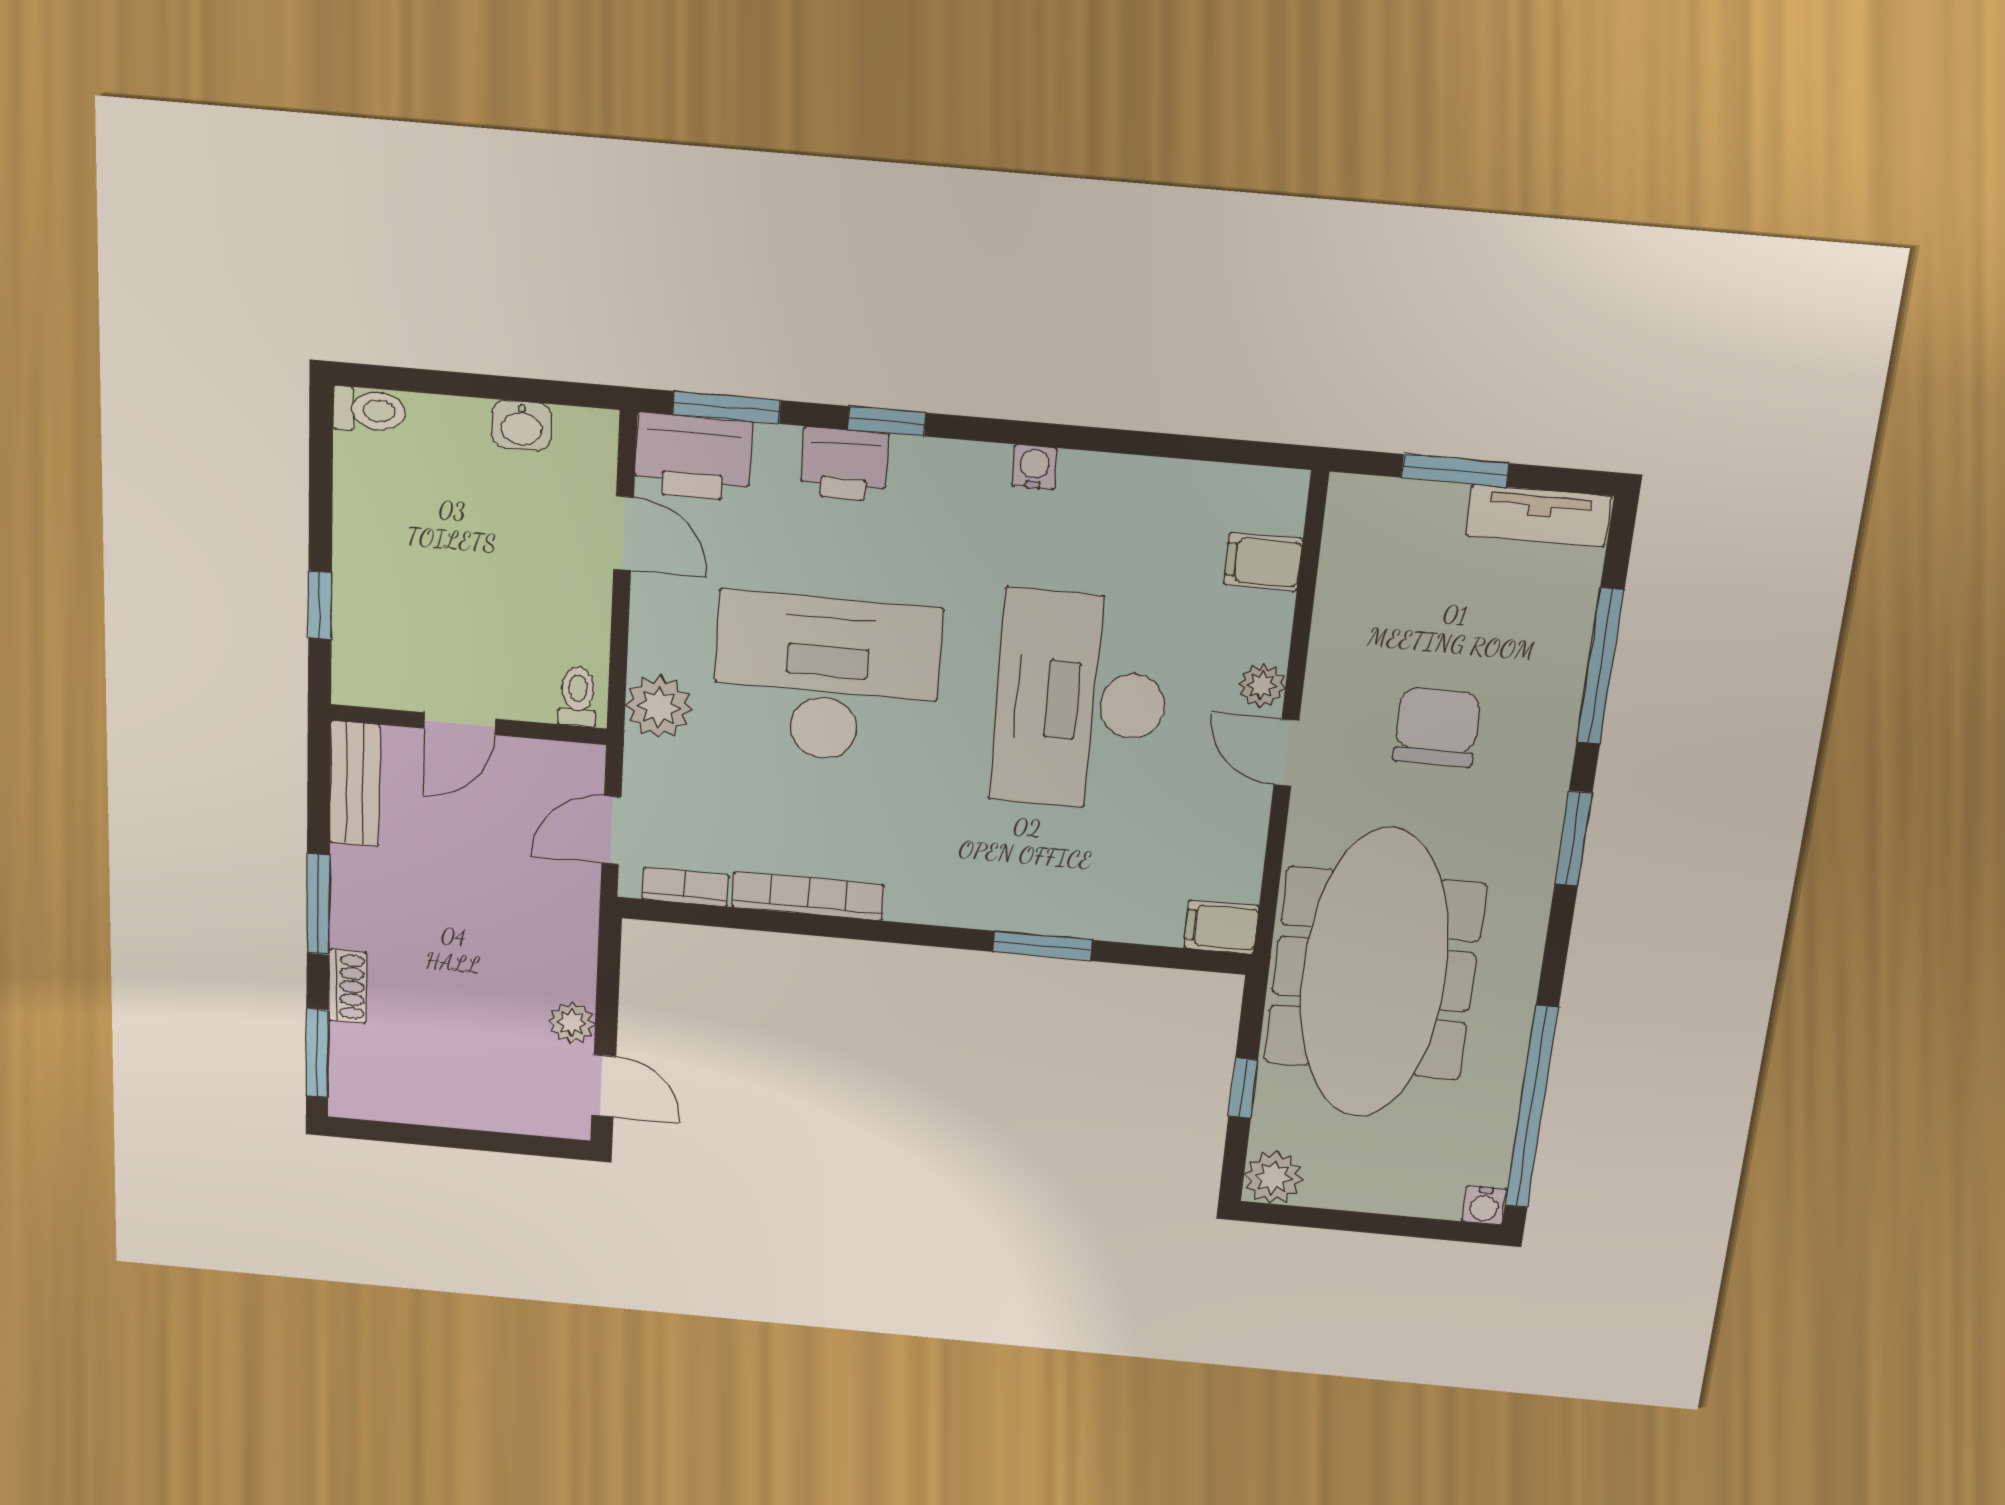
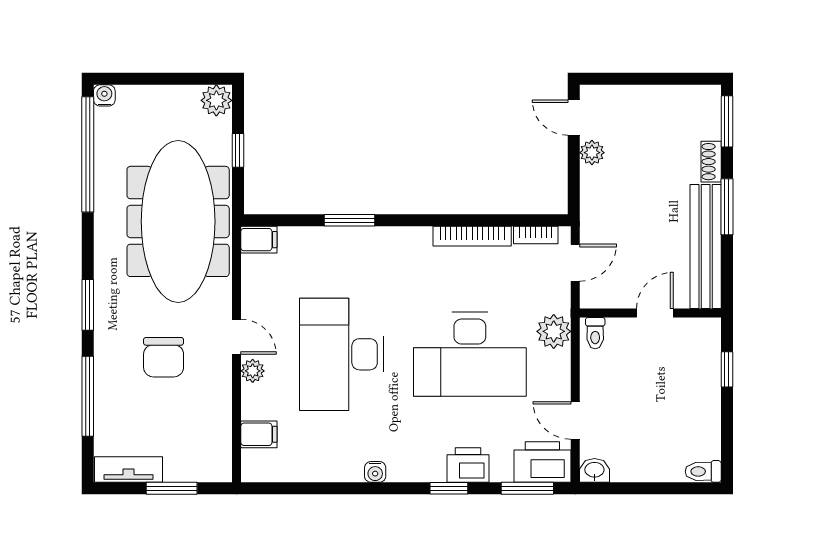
washbasin: (521, 425) -> (594, 470), moved
desk: (1080, 701) -> (342, 354), turned 180
bench: (355, 784) -> (706, 247), width x1.86, depth x1.21

